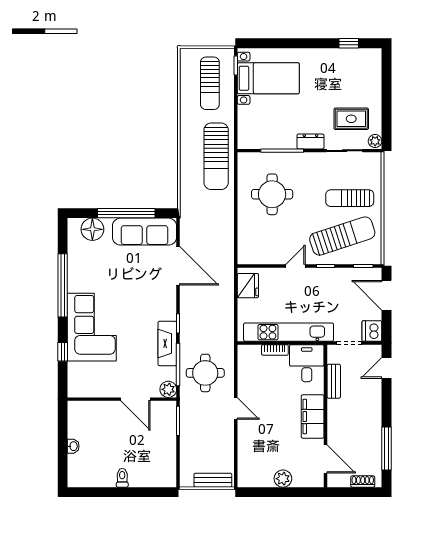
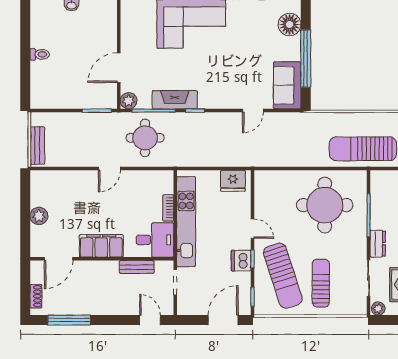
round table: (272, 194) -> (325, 205), width x1.36, depth x1.36
sofa: (145, 232) -> (287, 85), width x0.73
door: (178, 266) -> (253, 111), width x0.53
dishwasher: (372, 331) -> (241, 261), moved, turned -90

